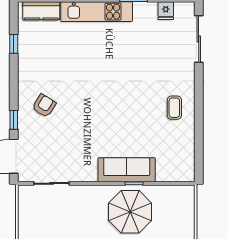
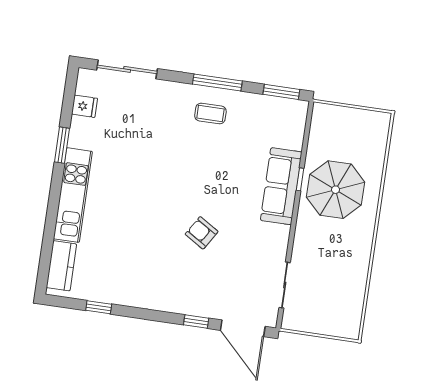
armchair: (44, 106) -> (202, 233), moved
window: (199, 109) -> (217, 83), added
window: (199, 160) -> (281, 92), added

